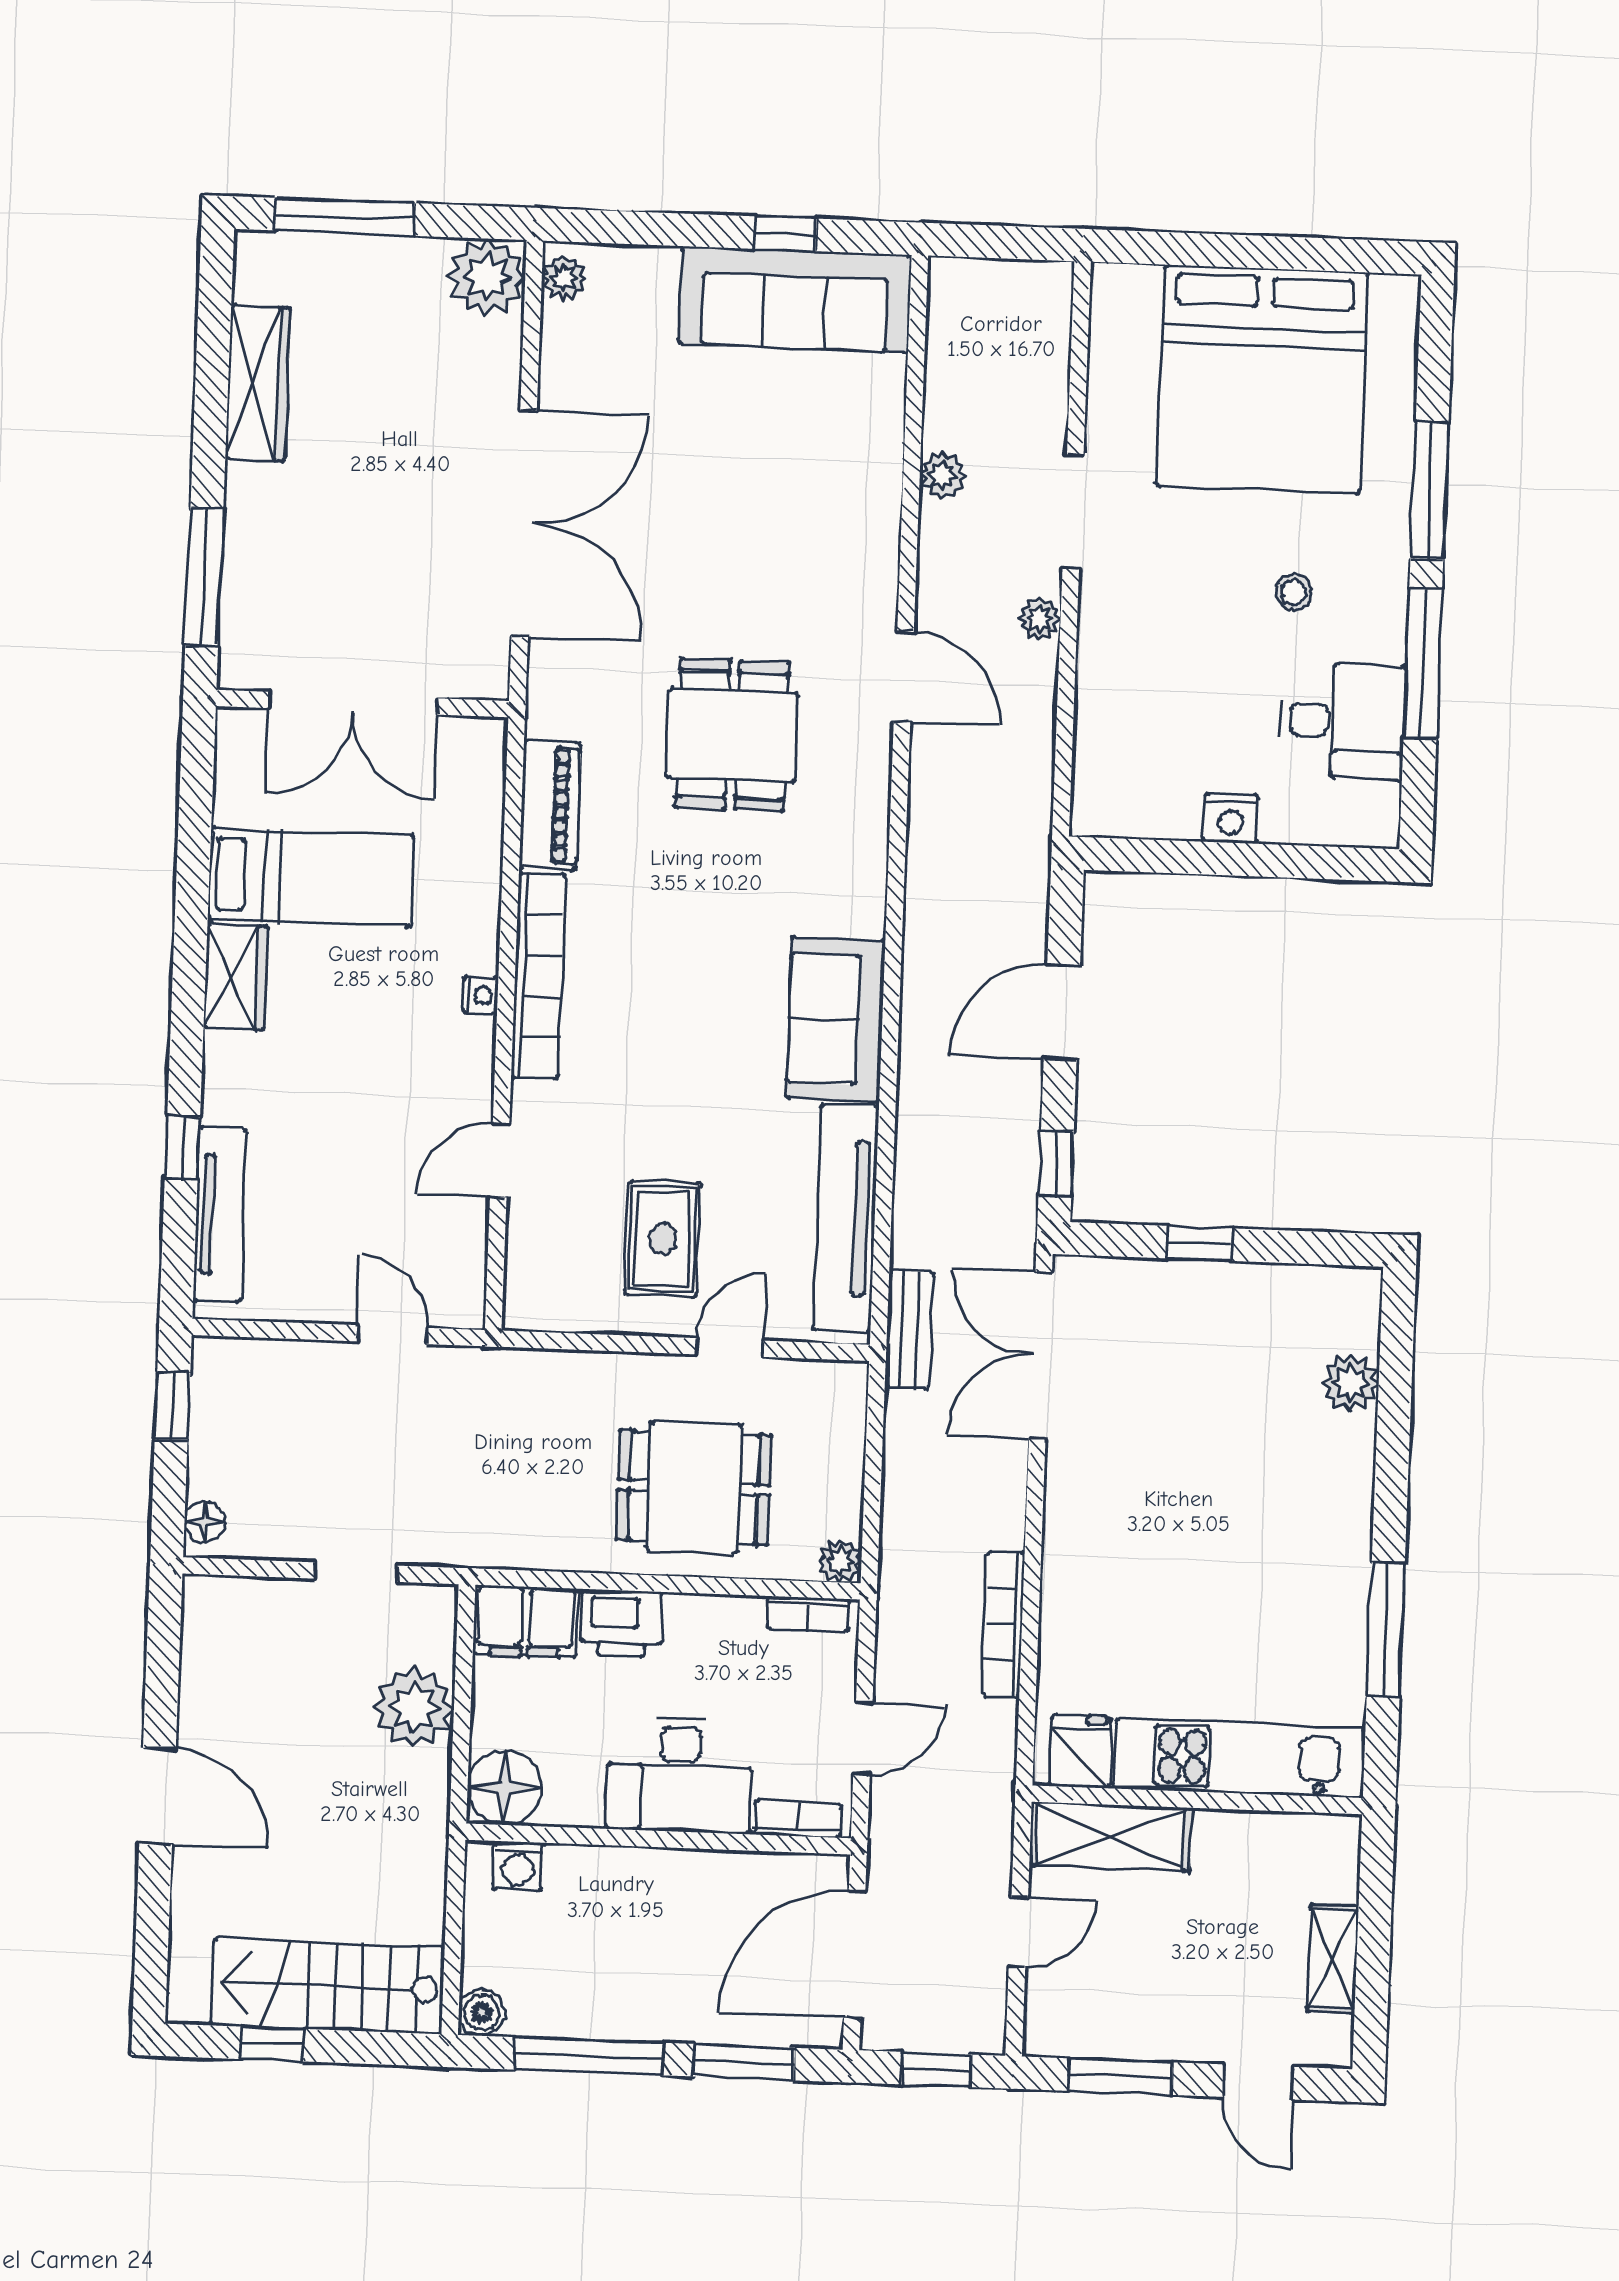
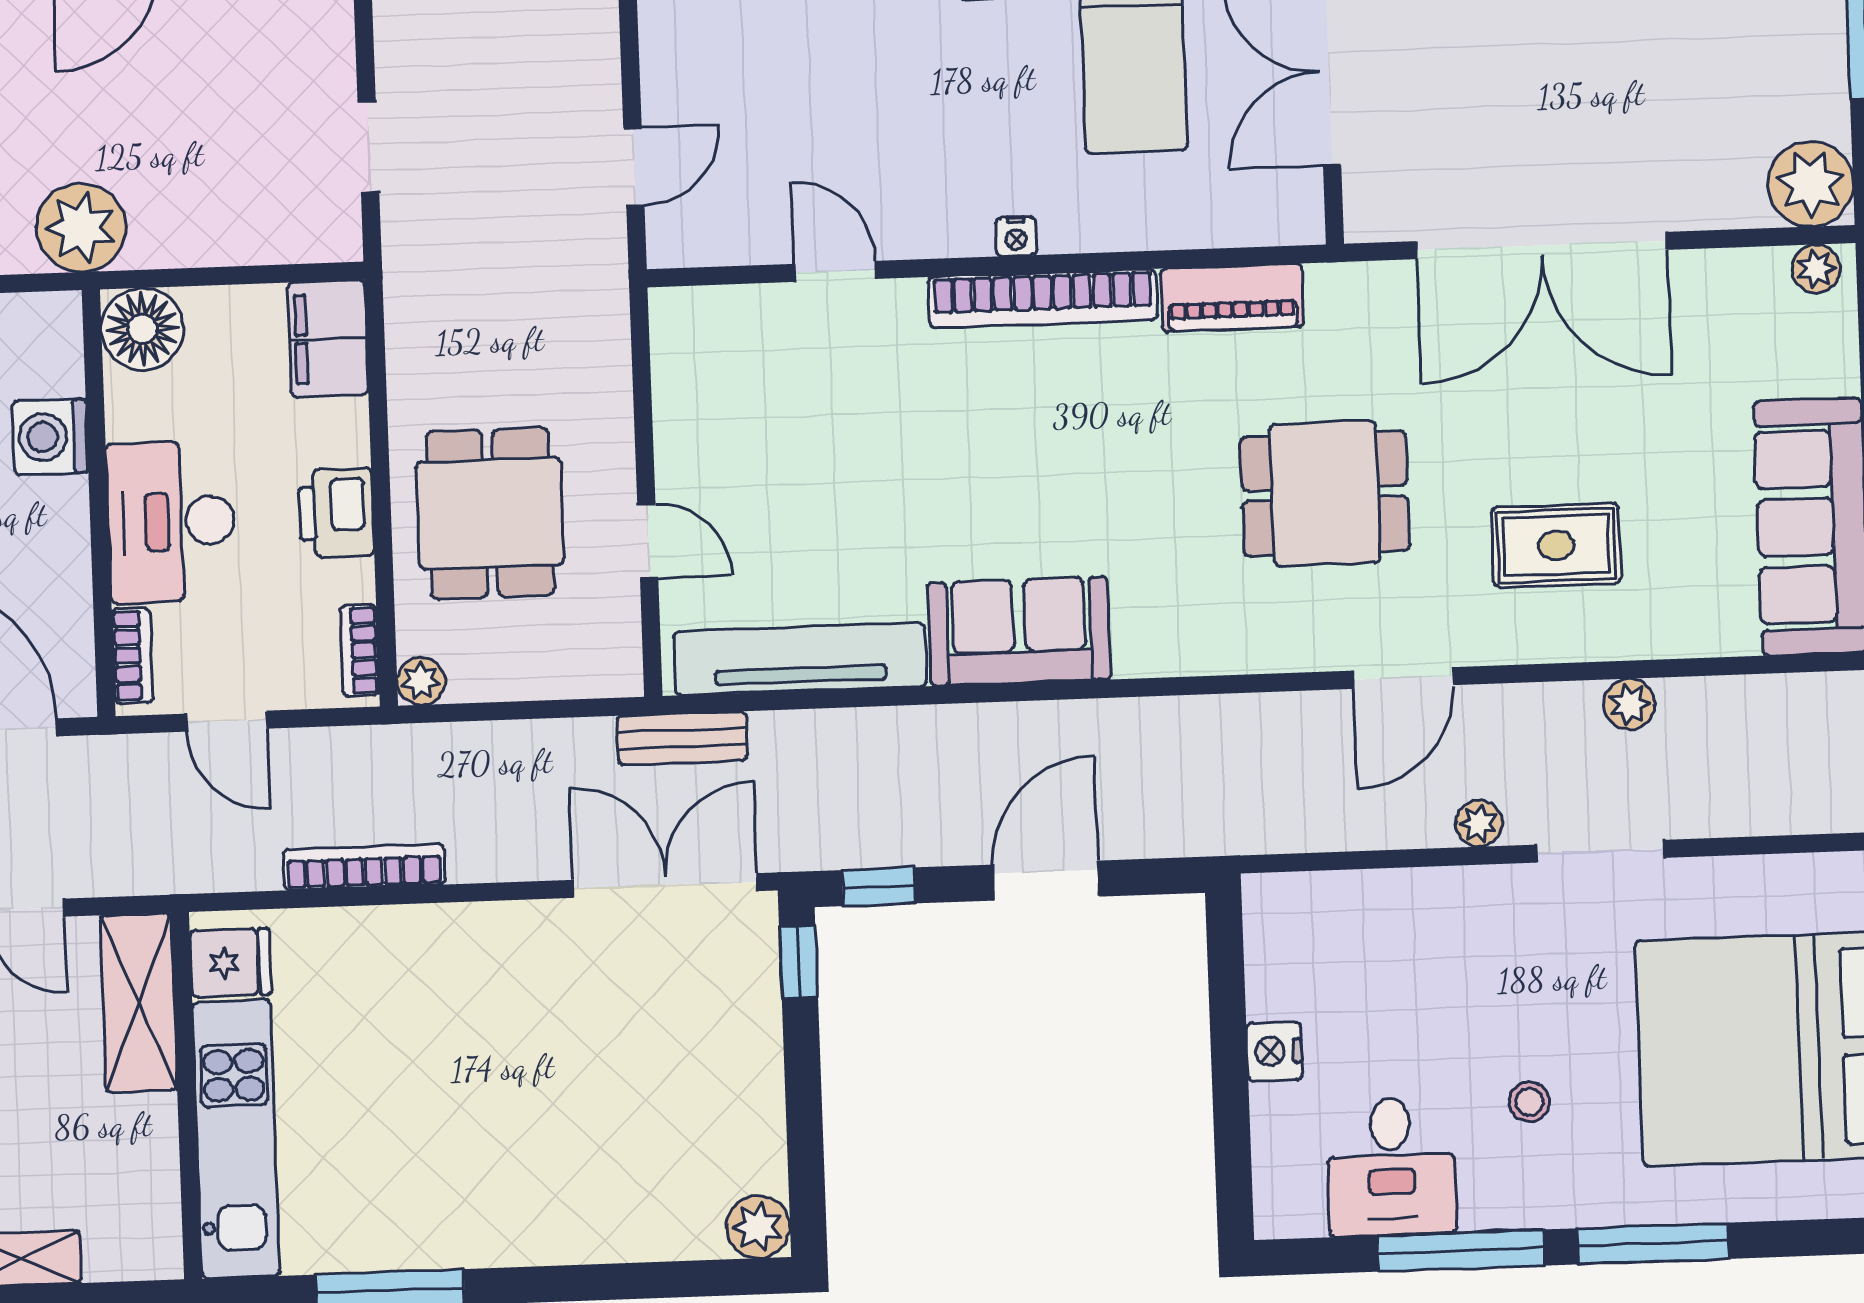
door: (1062, 1012) -> (1046, 881), hinge flipped
rug: (663, 1239) -> (1556, 545), moved
window: (1199, 1243) -> (799, 962), moved
plant: (1350, 1383) -> (758, 1227), moved
printer: (622, 1623) -> (336, 513), moved
plant: (414, 1707) -> (81, 228), moved
washing machine: (518, 1866) -> (50, 437), moved, width x1.38, depth x1.38

